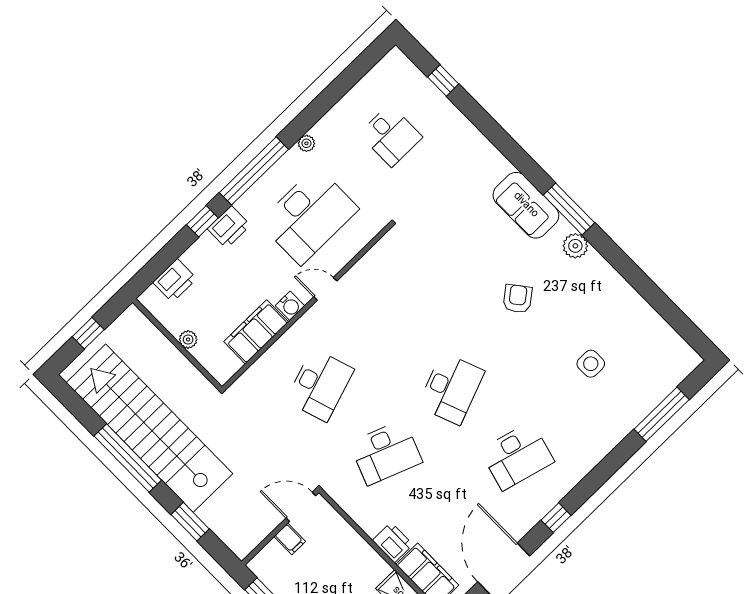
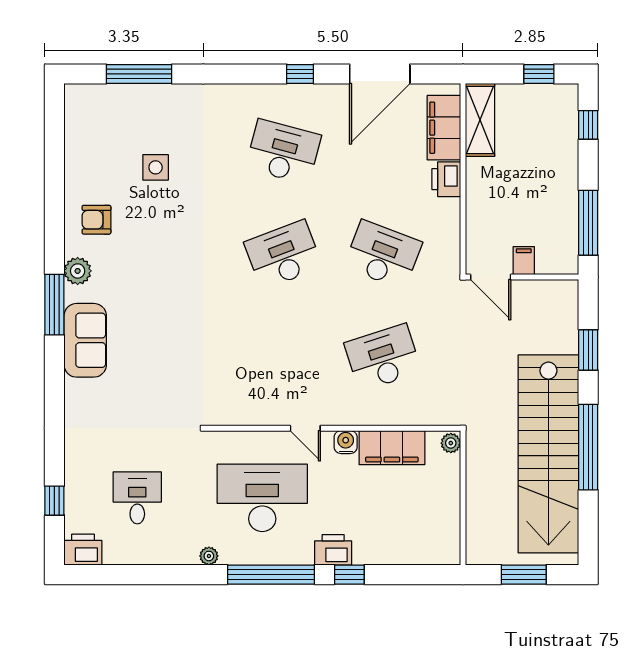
printer: (175, 280) -> (83, 550), moved
armchair: (518, 299) -> (96, 220), moved, turned 38
window: (88, 333) -> (524, 575), width x1.50
plant: (188, 340) -> (451, 443), moved

